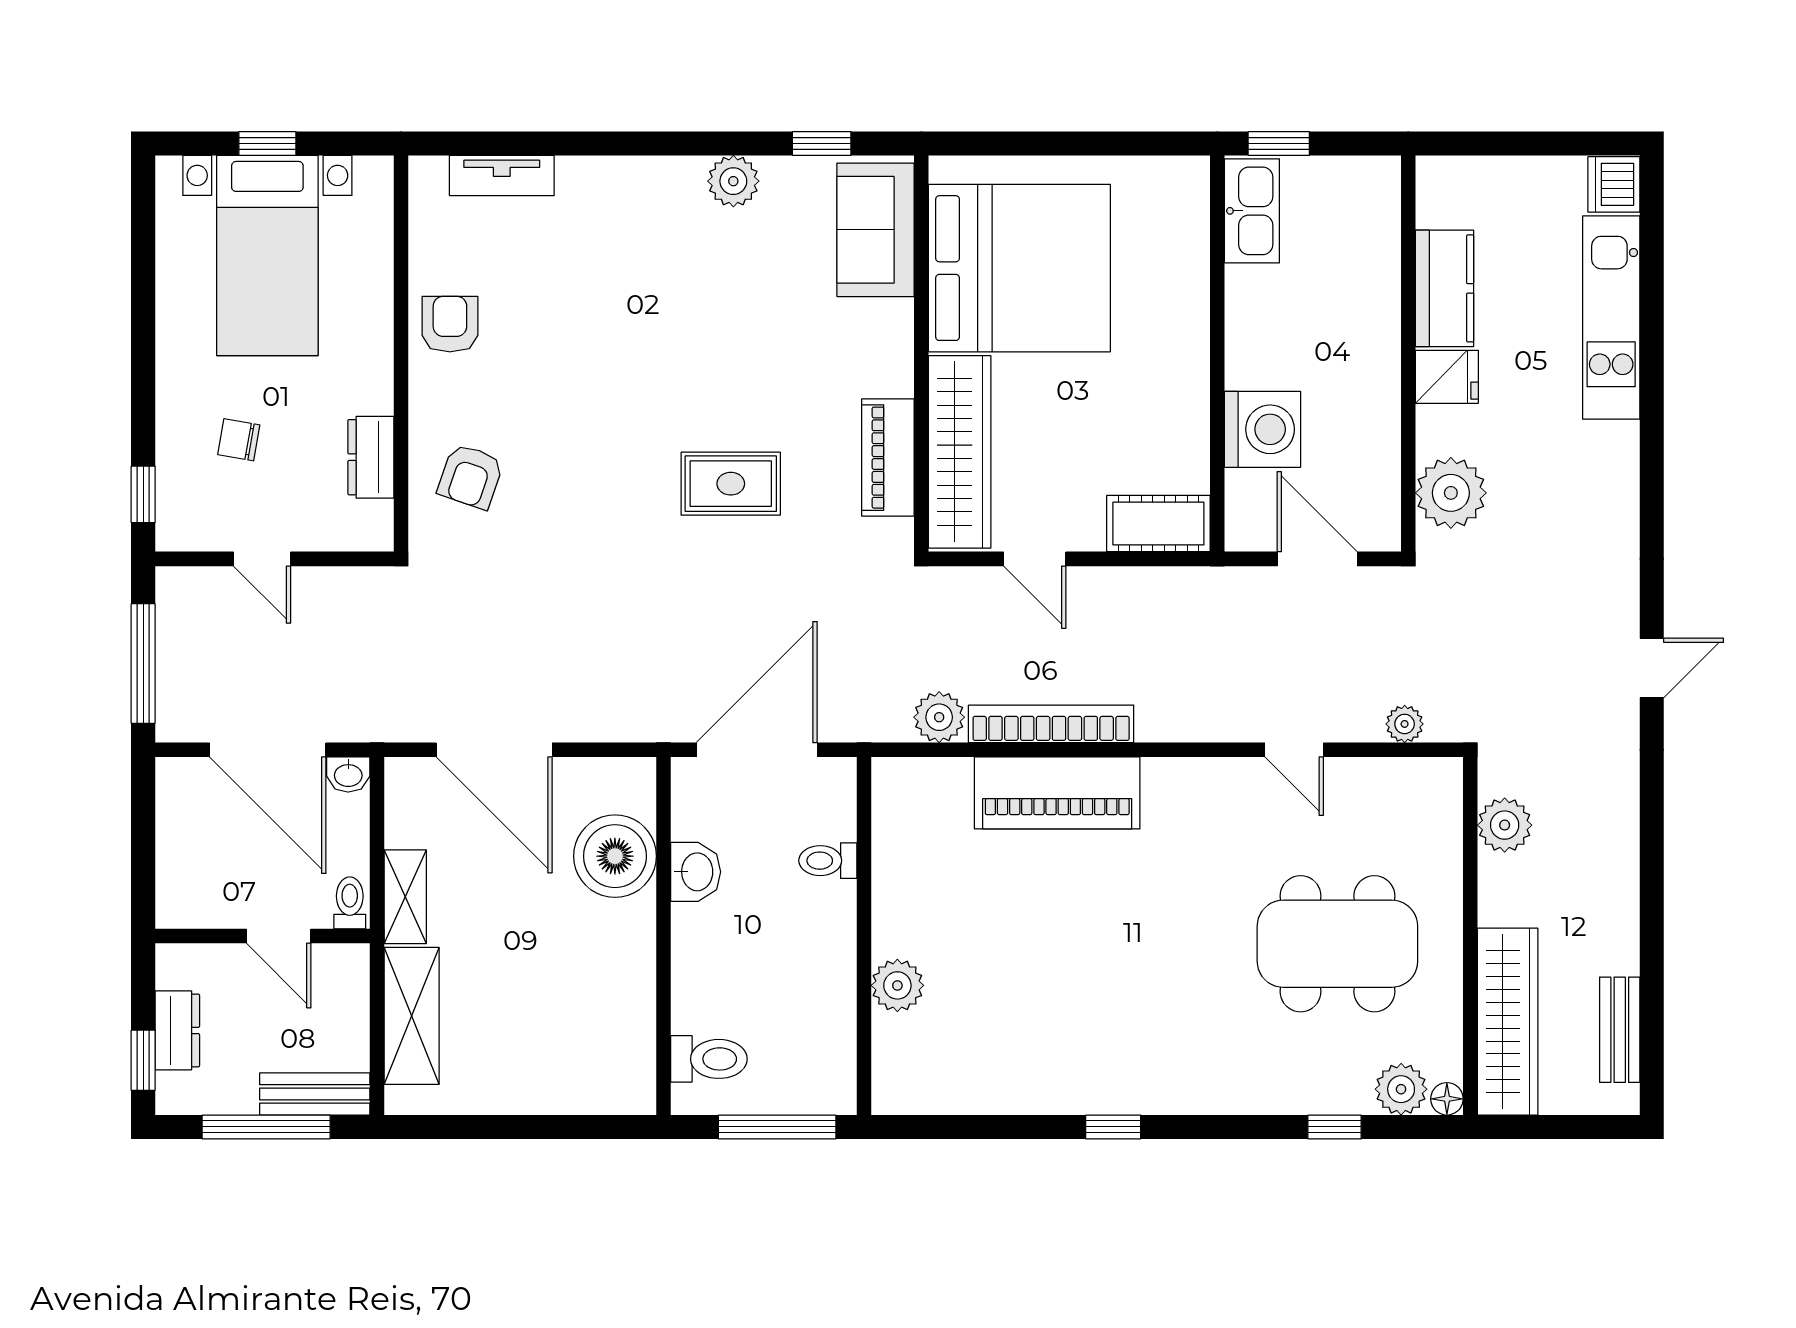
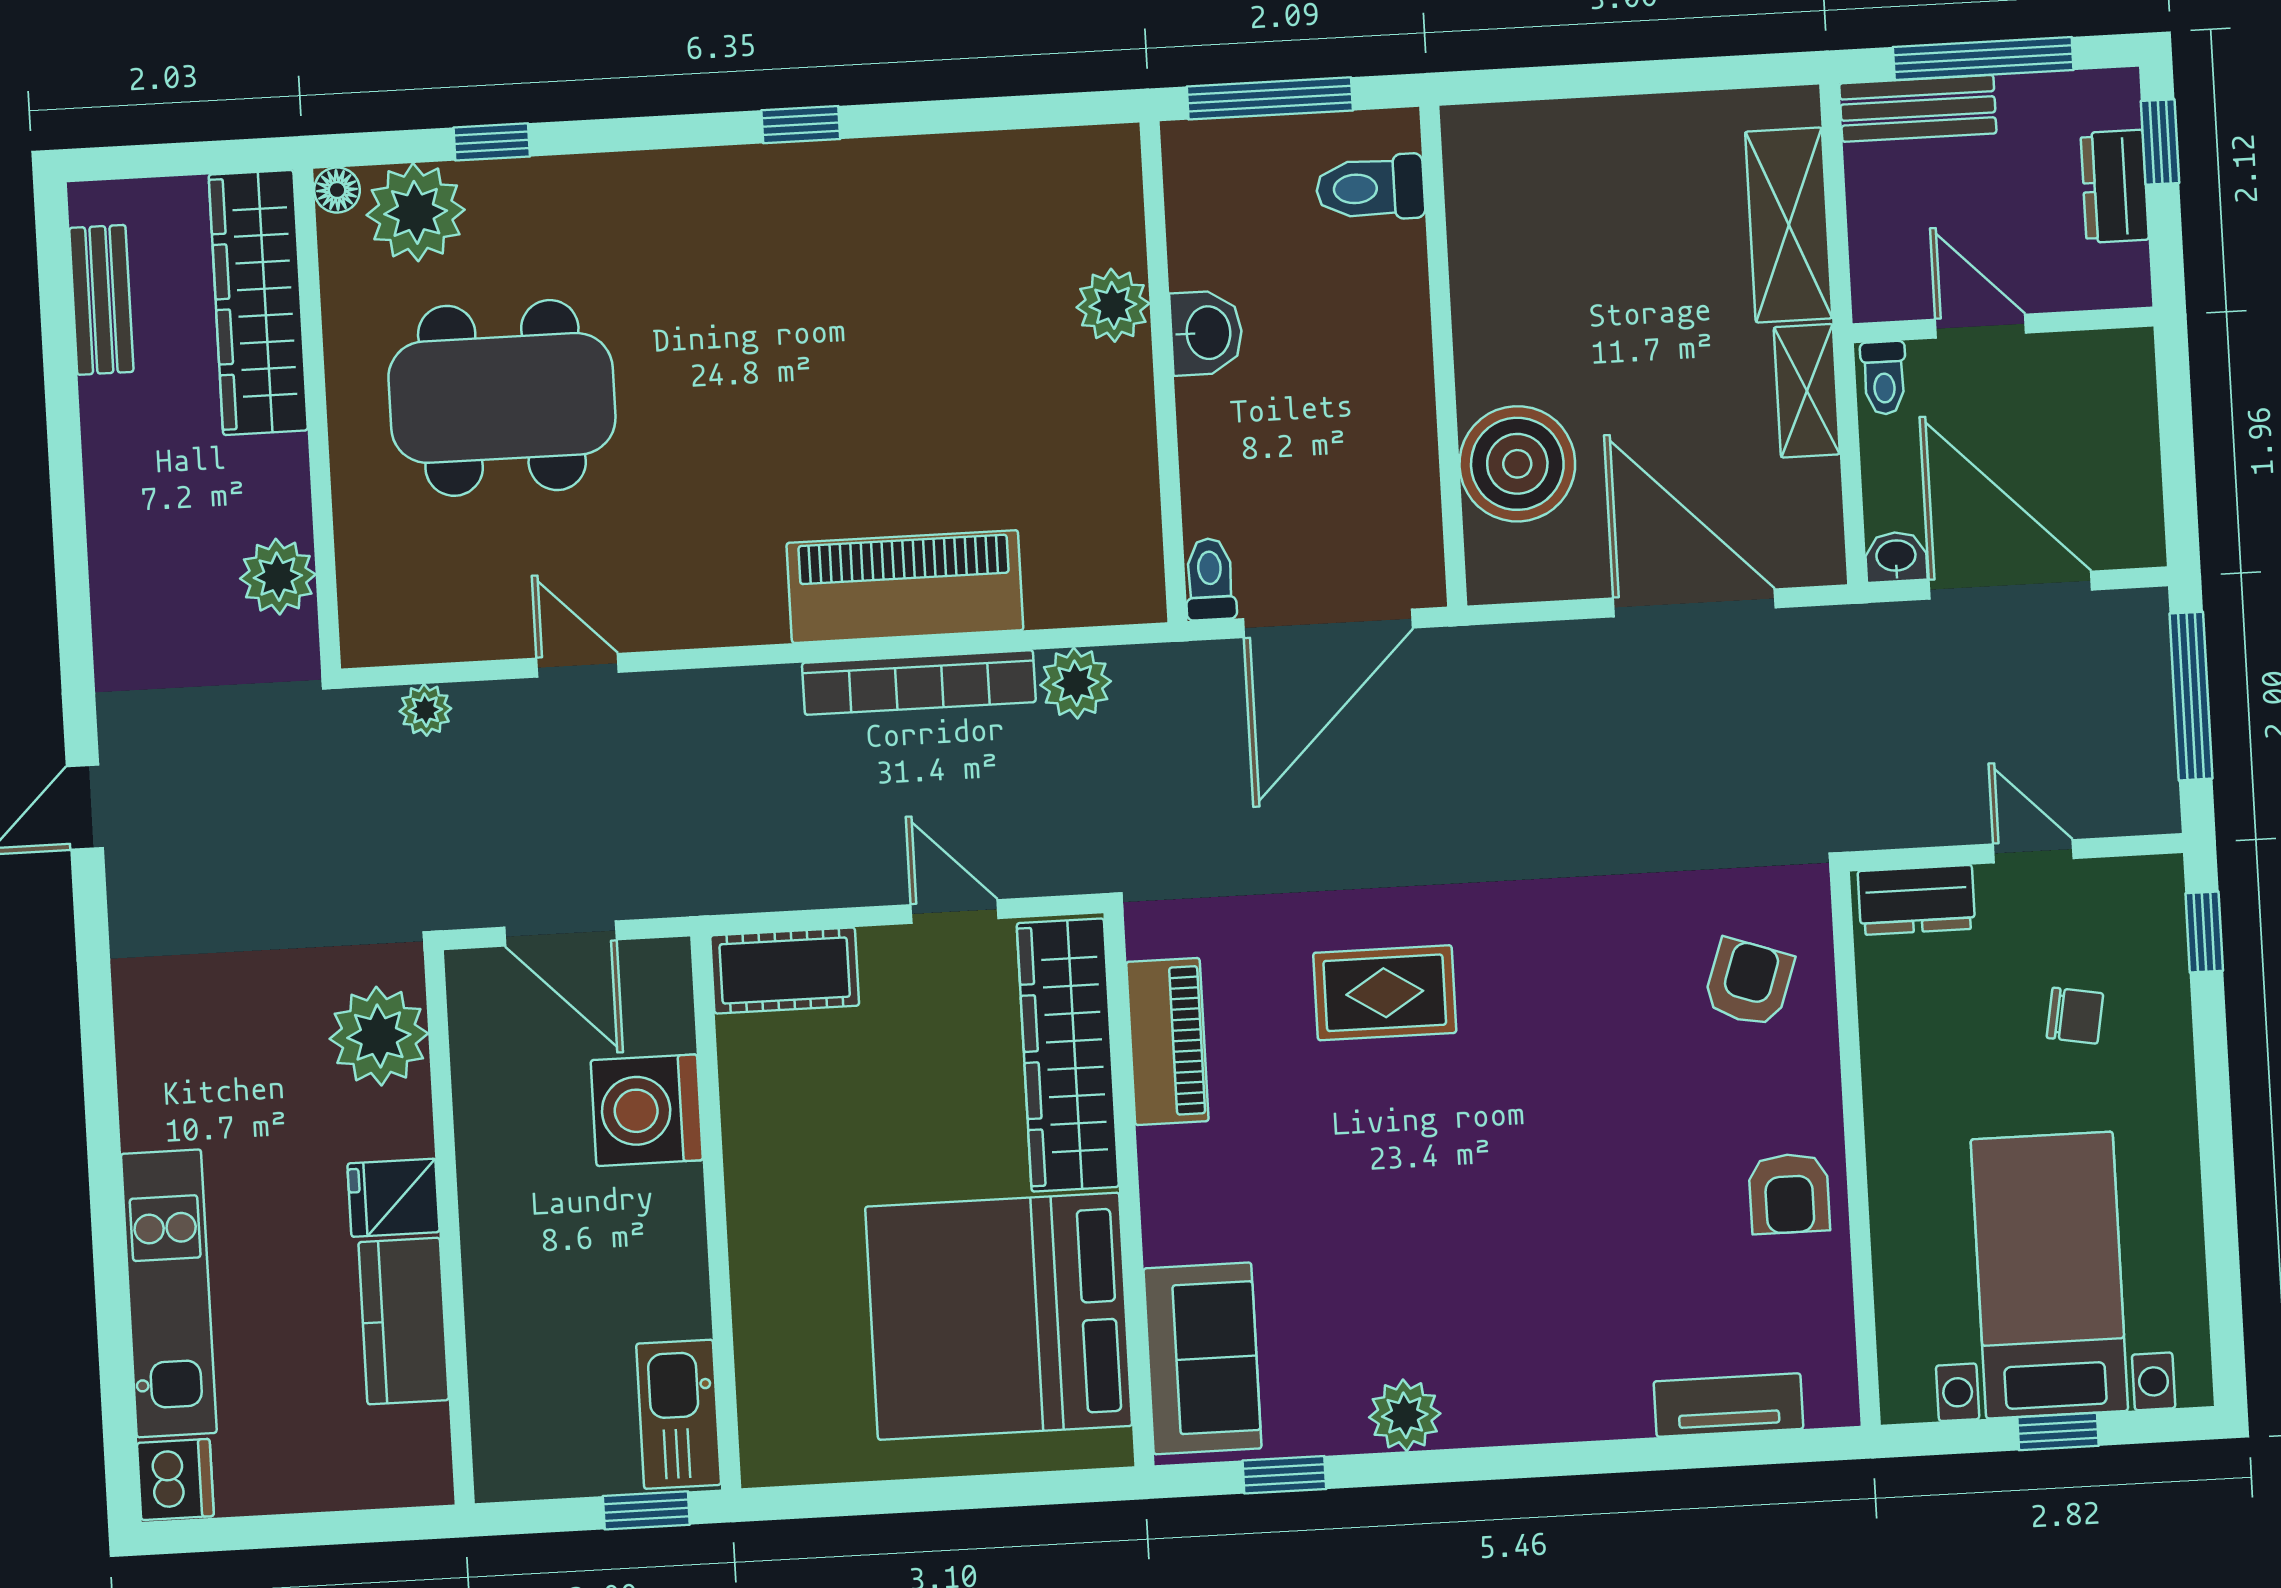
dresser: (371, 457) -> (1916, 900), moved, turned 90
toilet: (828, 861) -> (1210, 579), moved, turned -90
washbasin: (696, 872) -> (1206, 333), moved, turned 180
plant: (1401, 1089) -> (416, 212), width x1.36, depth x1.36

